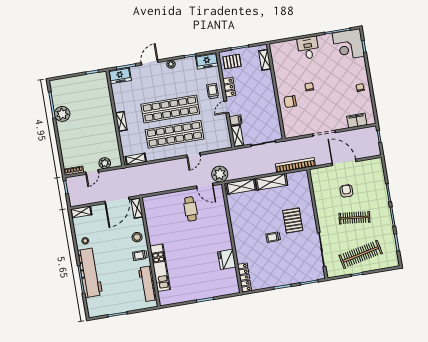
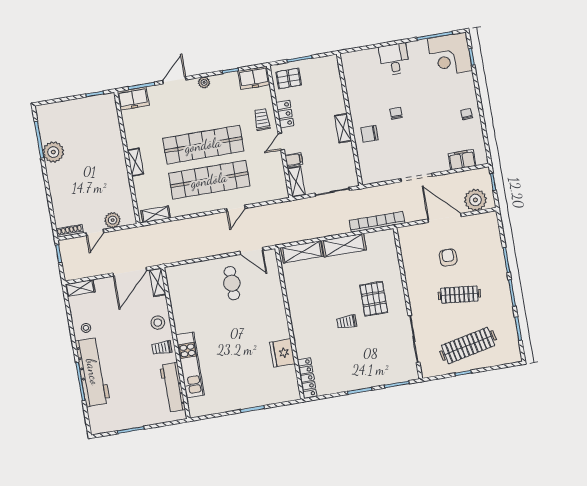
shelving: (265, 60) -> (343, 128), moved
plant: (220, 174) -> (475, 200), moved

